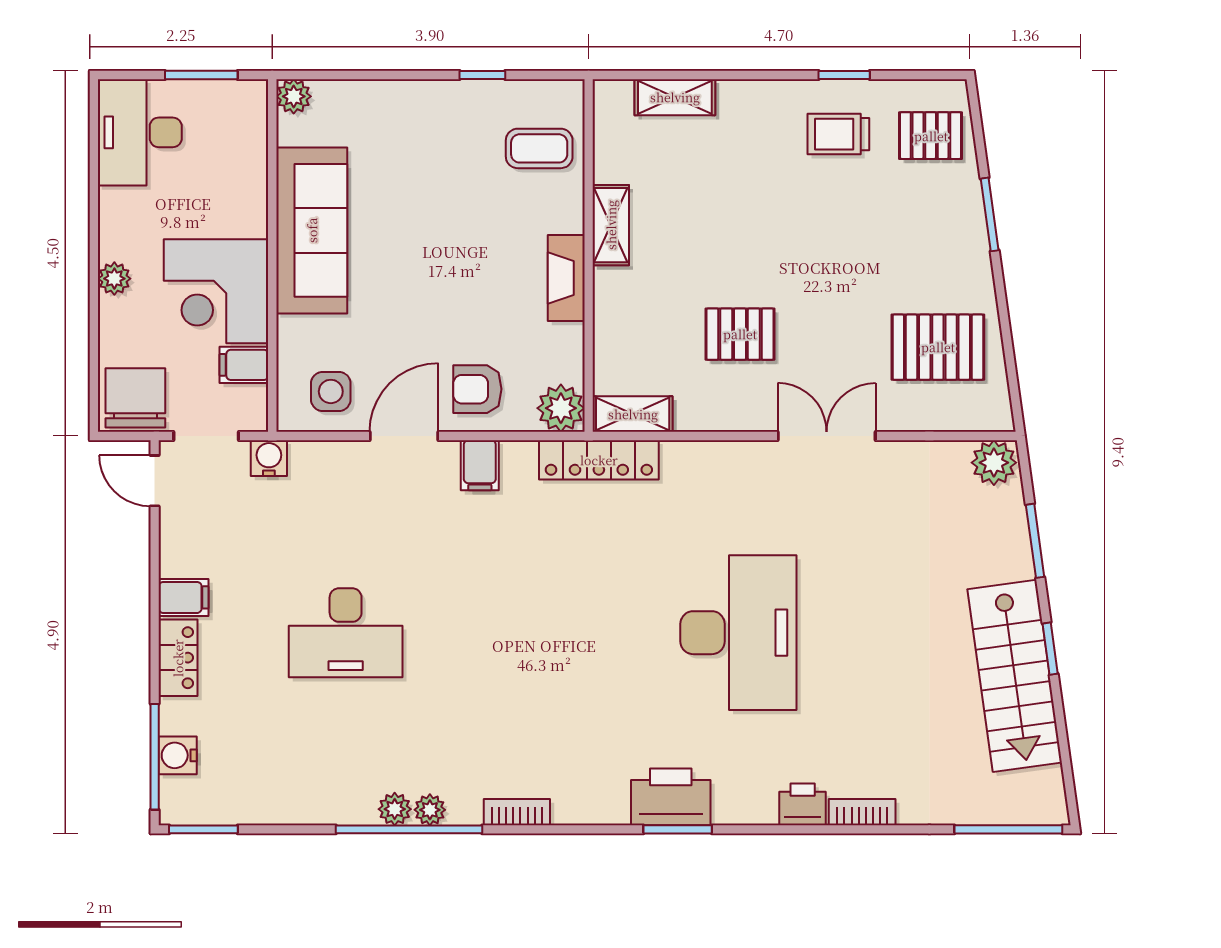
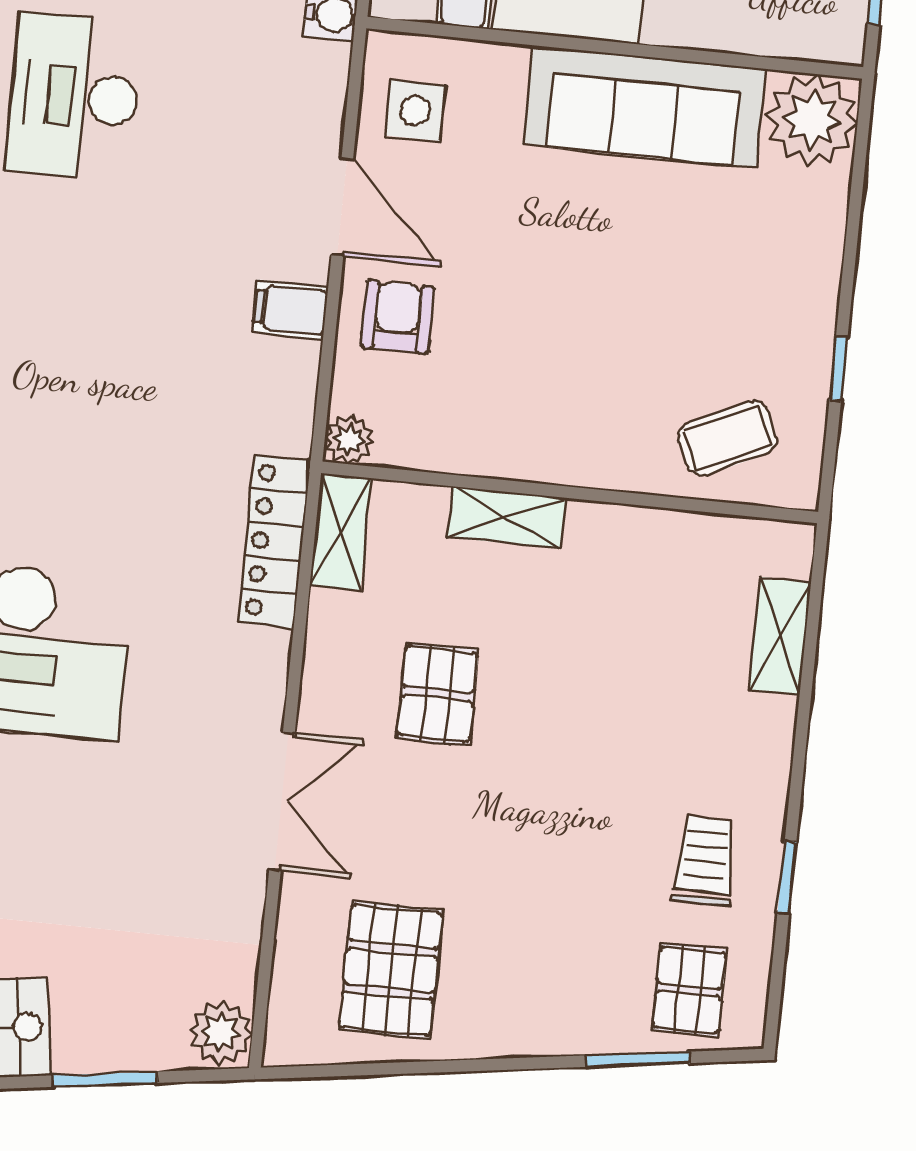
plant: (294, 96) -> (812, 120), width x1.87, depth x1.87
coffee table: (539, 148) -> (727, 438), turned 65
window: (990, 214) -> (638, 1059), moved
shelving: (611, 225) -> (506, 517), moved
fireplace: (566, 278) -> (541, 458), removed
plant: (561, 408) -> (349, 440), width x0.73, depth x0.73
locker: (599, 460) -> (274, 541), moved

